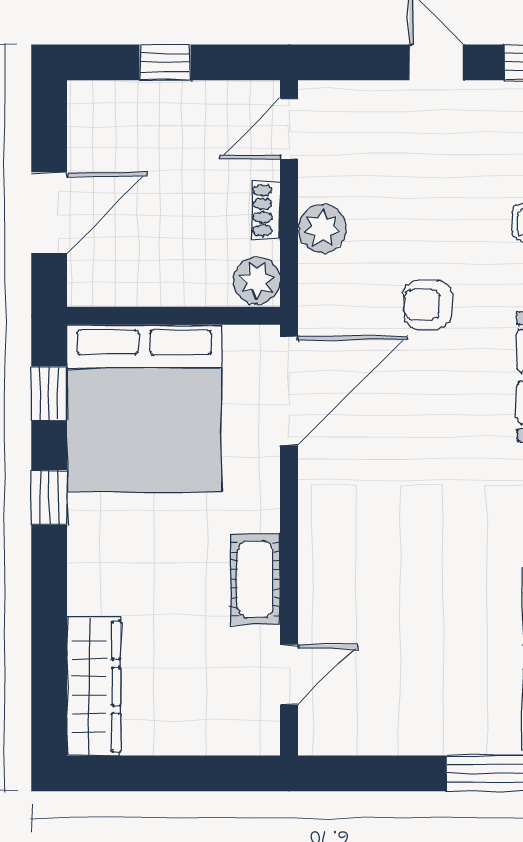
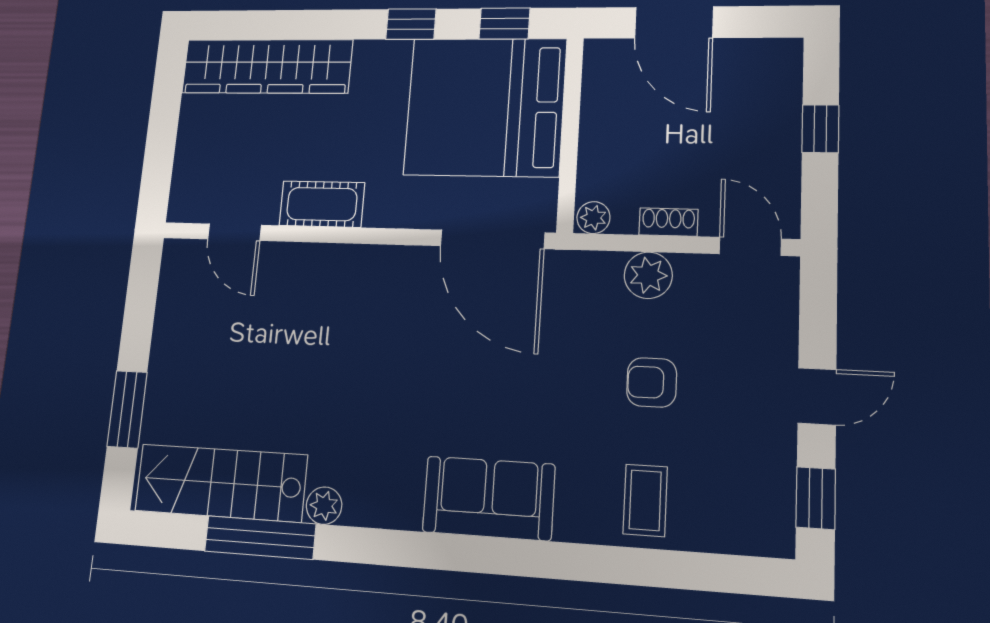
plant: (257, 280) -> (593, 218), width x0.73, depth x0.73
armchair: (428, 304) -> (652, 382), moved, turned -90
wardrobe: (94, 686) -> (267, 66), width x1.40, depth x1.17

